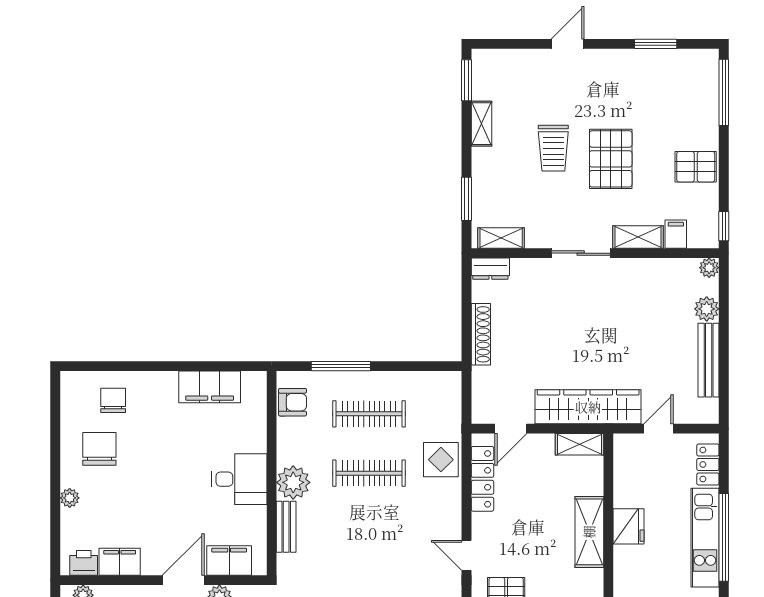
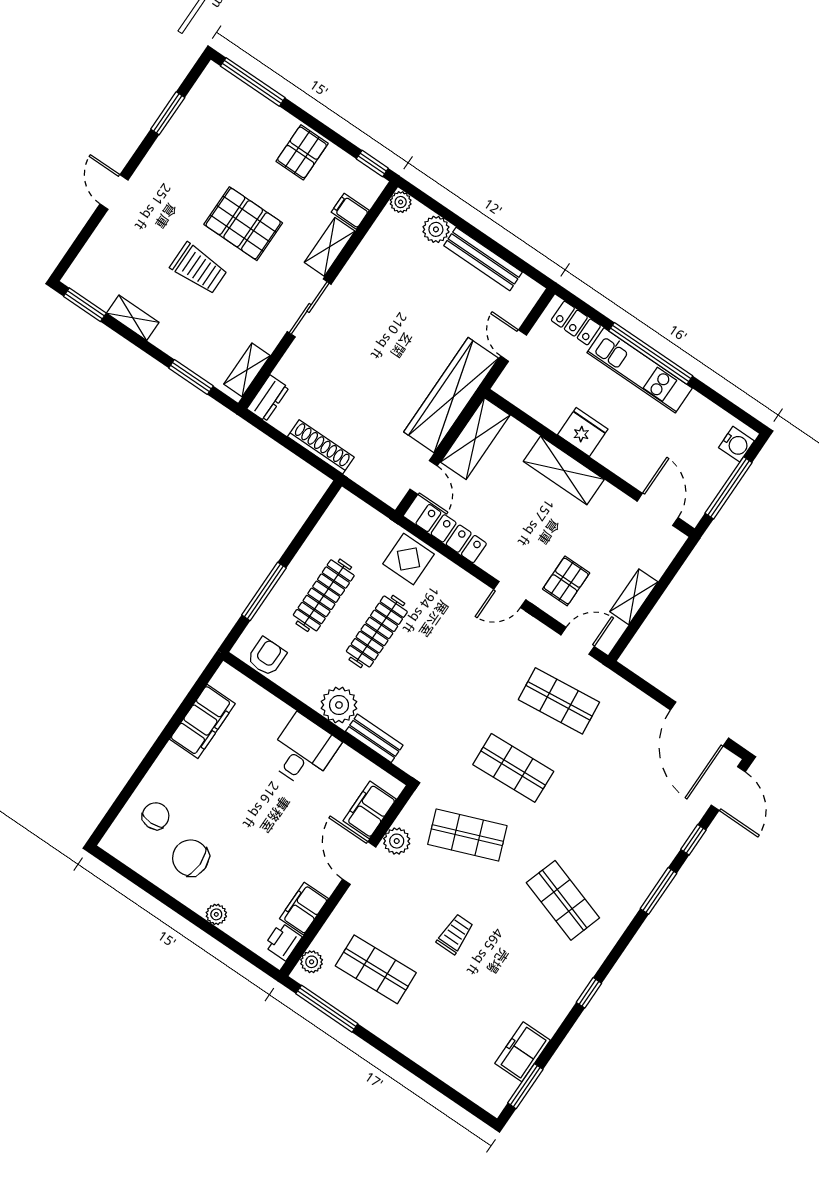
chair: (113, 400) -> (156, 816), turned 90
shelving: (579, 444) -> (475, 439), width x1.50, depth x1.33

